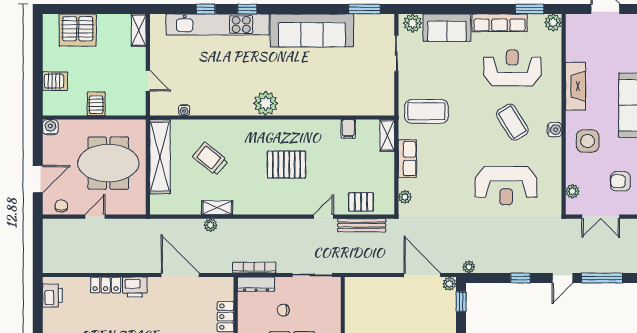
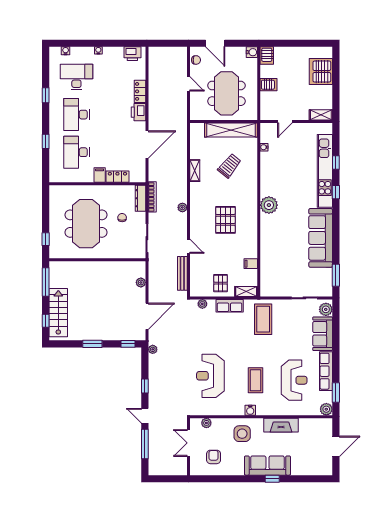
server rack: (55, 81) -> (267, 56), moved
coffee table: (512, 122) -> (256, 380), turned -58
pallet: (361, 202) -> (221, 283), moved
plant: (210, 225) -> (182, 207), moved
plant: (449, 284) -> (141, 282), moved

